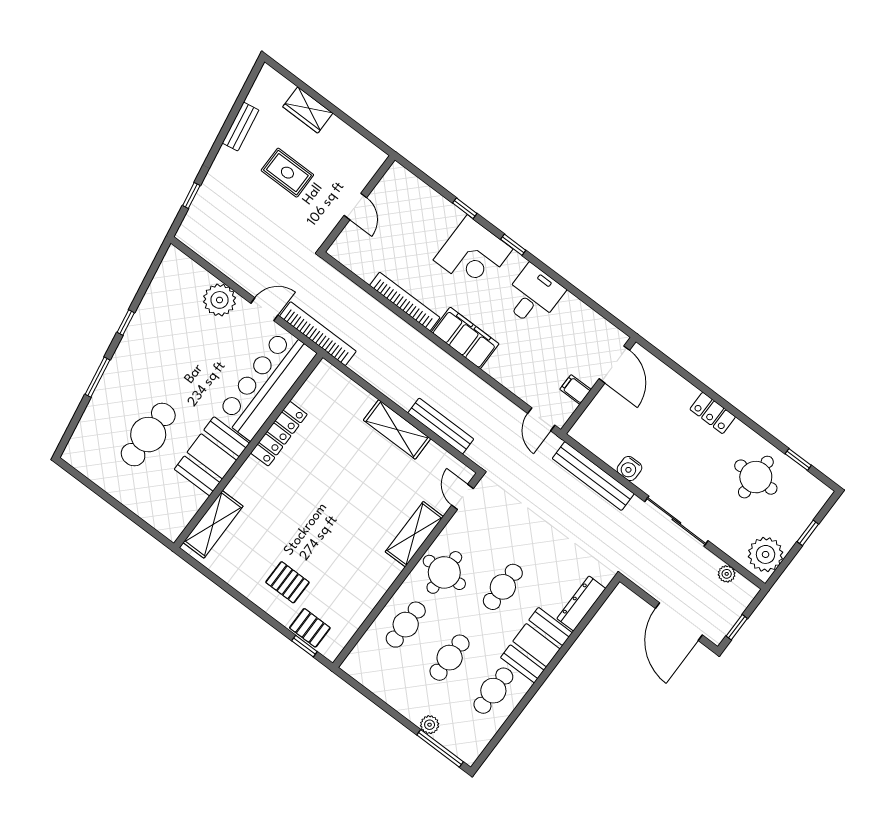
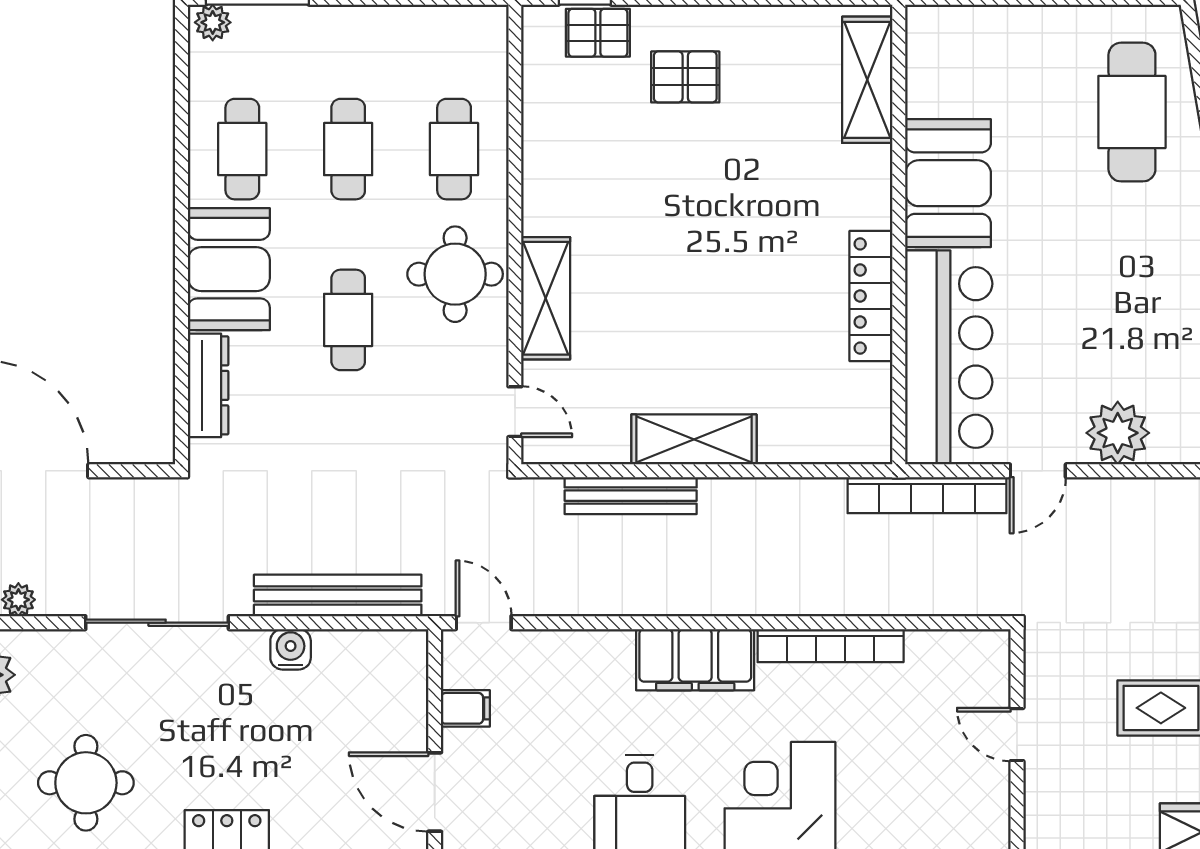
cafe table: (148, 435) -> (1132, 112), moved
plant: (430, 725) -> (213, 22), moved

